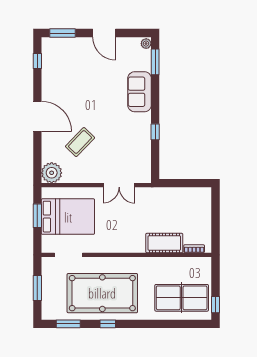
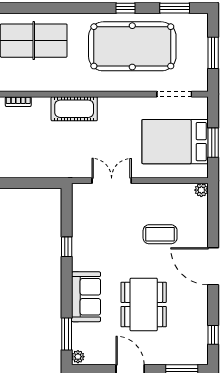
dining table: (93, 86) -> (144, 304), added
coffee table: (80, 142) -> (160, 234), turned 46
plant: (52, 173) -> (201, 190), width x0.53, depth x0.53
cot: (164, 243) -> (74, 109), moved

